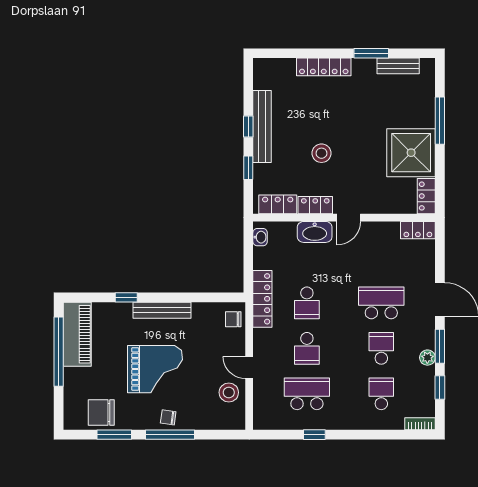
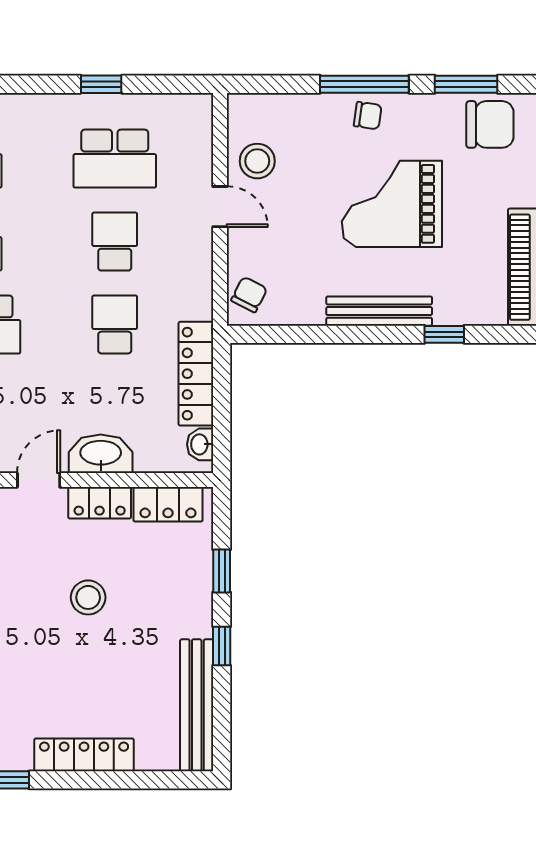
bench: (262, 126) -> (197, 705), moved
locker: (262, 299) -> (196, 374), moved
chair: (233, 319) -> (249, 294), turned -63

